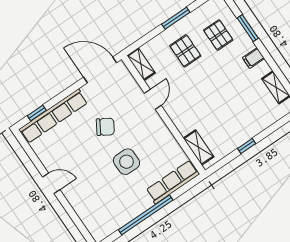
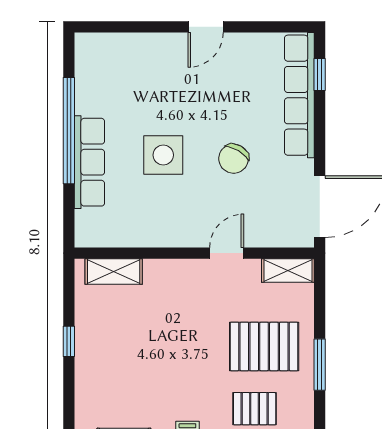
pallet: (185, 51) -> (264, 346), width x1.50, depth x1.42
door: (153, 99) -> (227, 253), swing flipped
row of seats: (173, 182) -> (89, 162), moved

